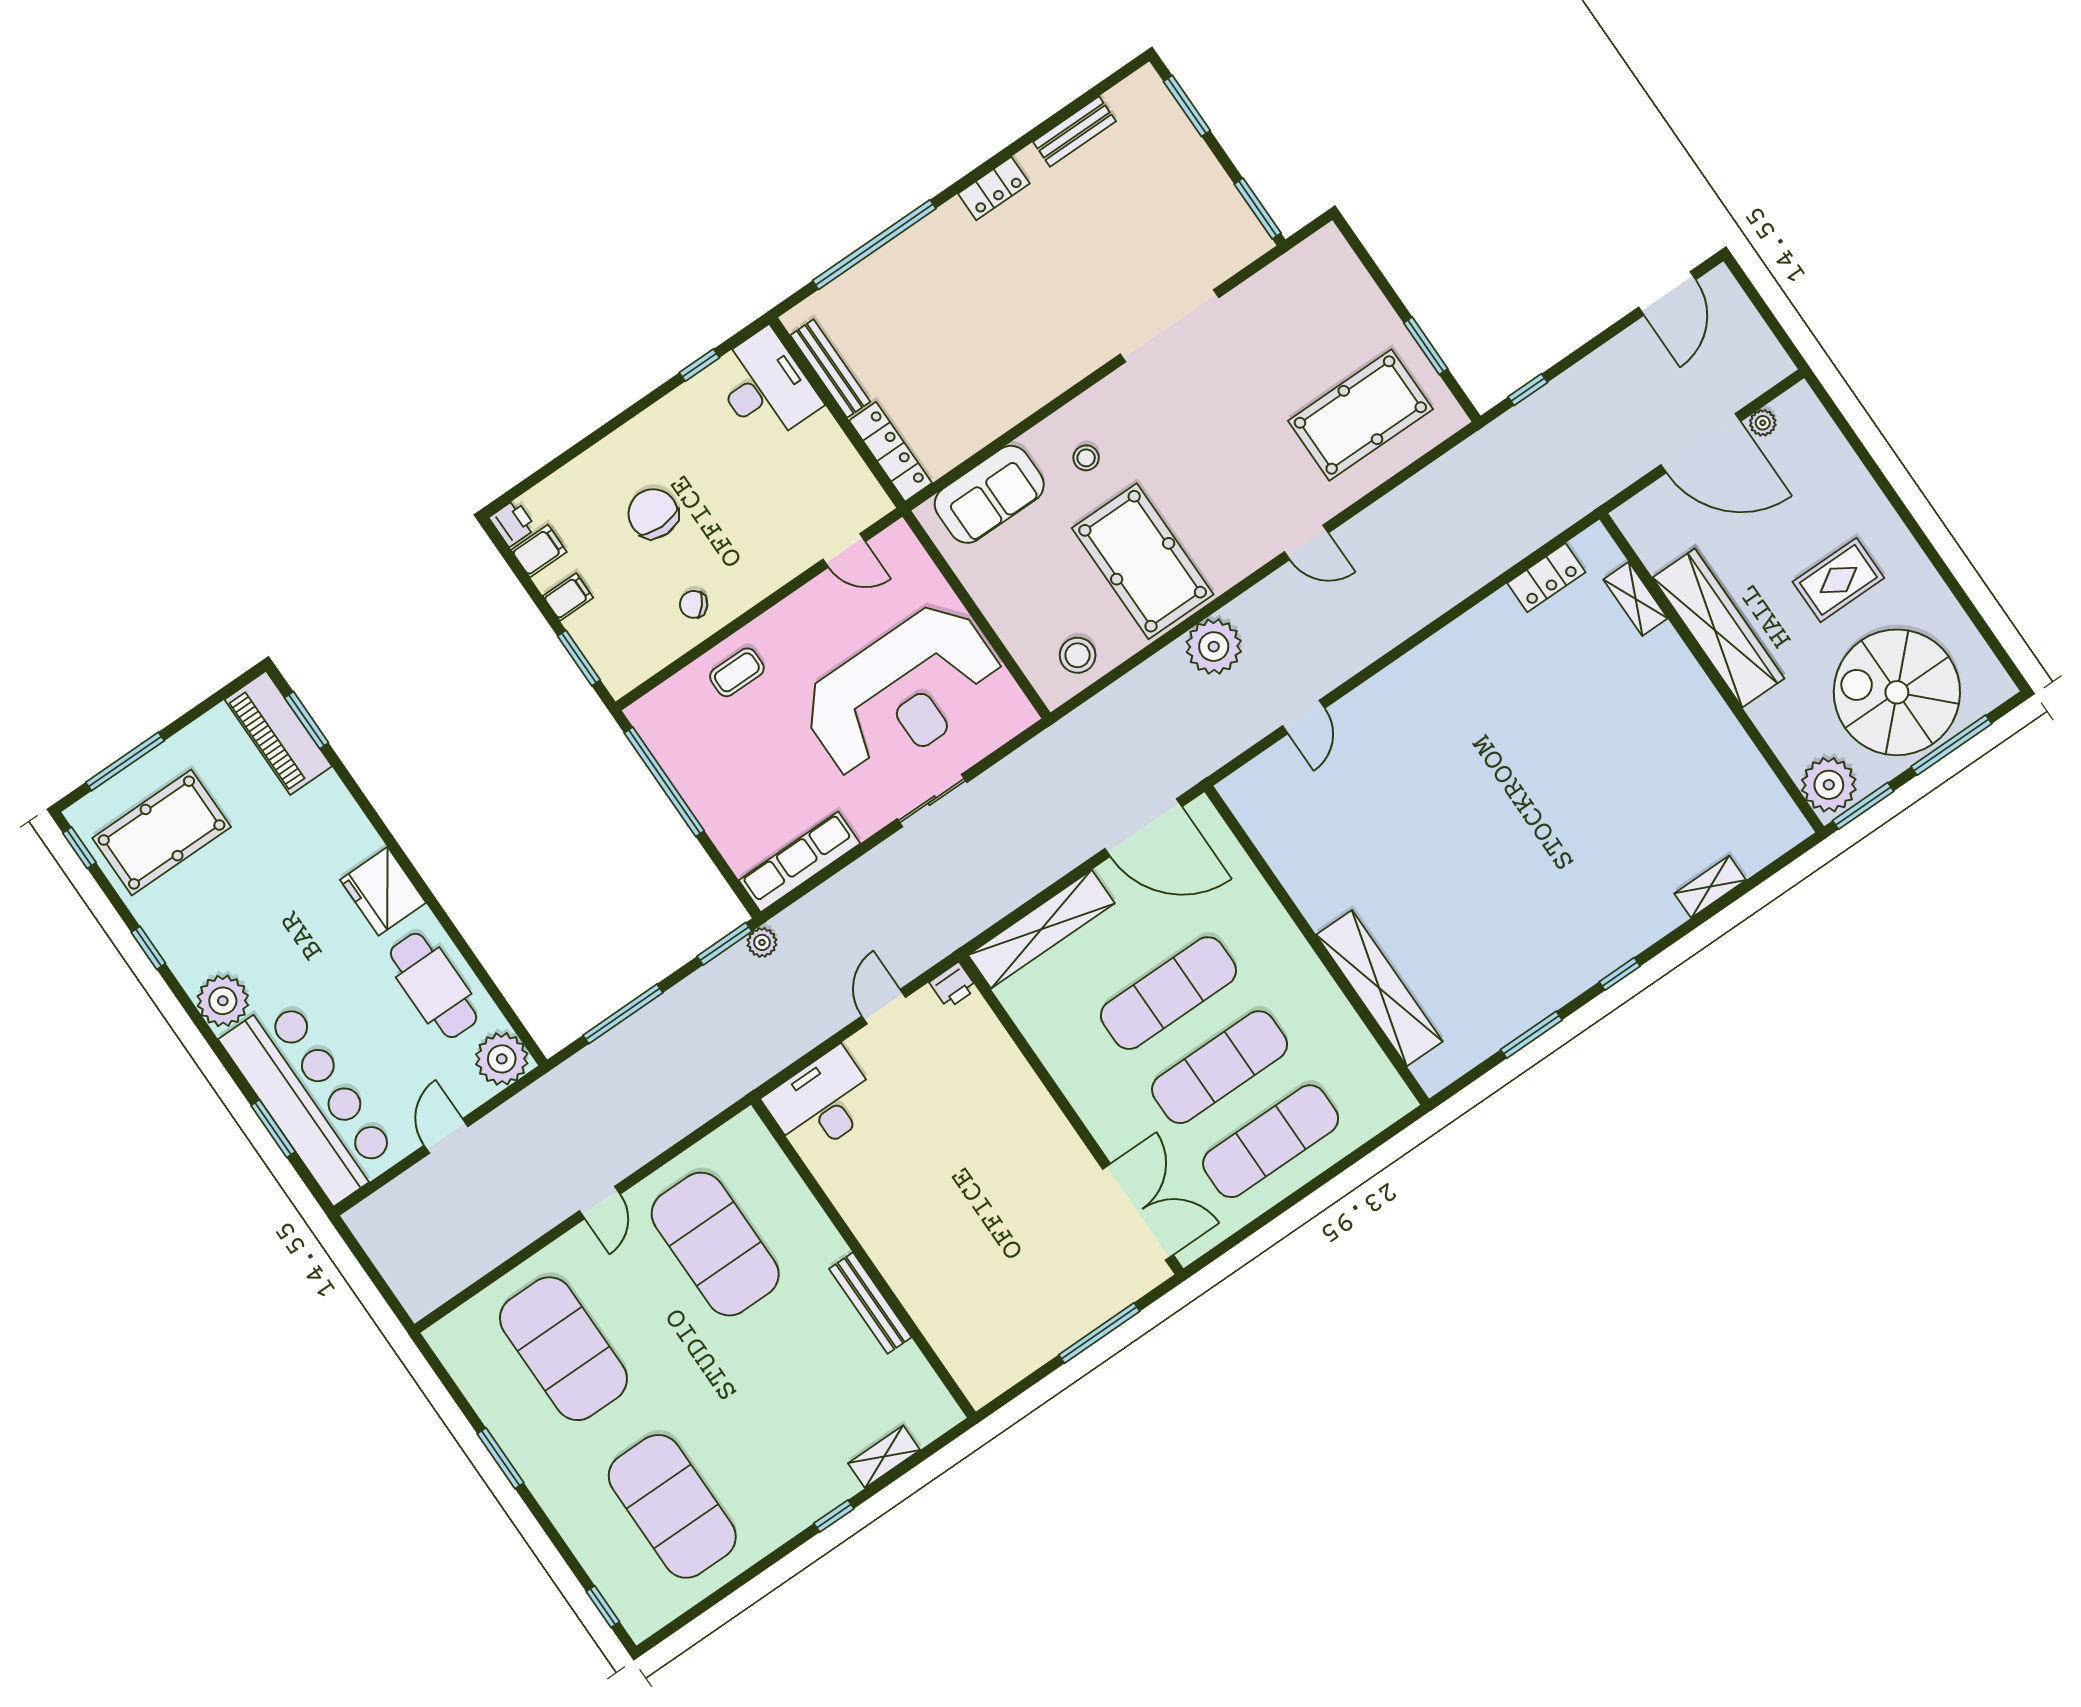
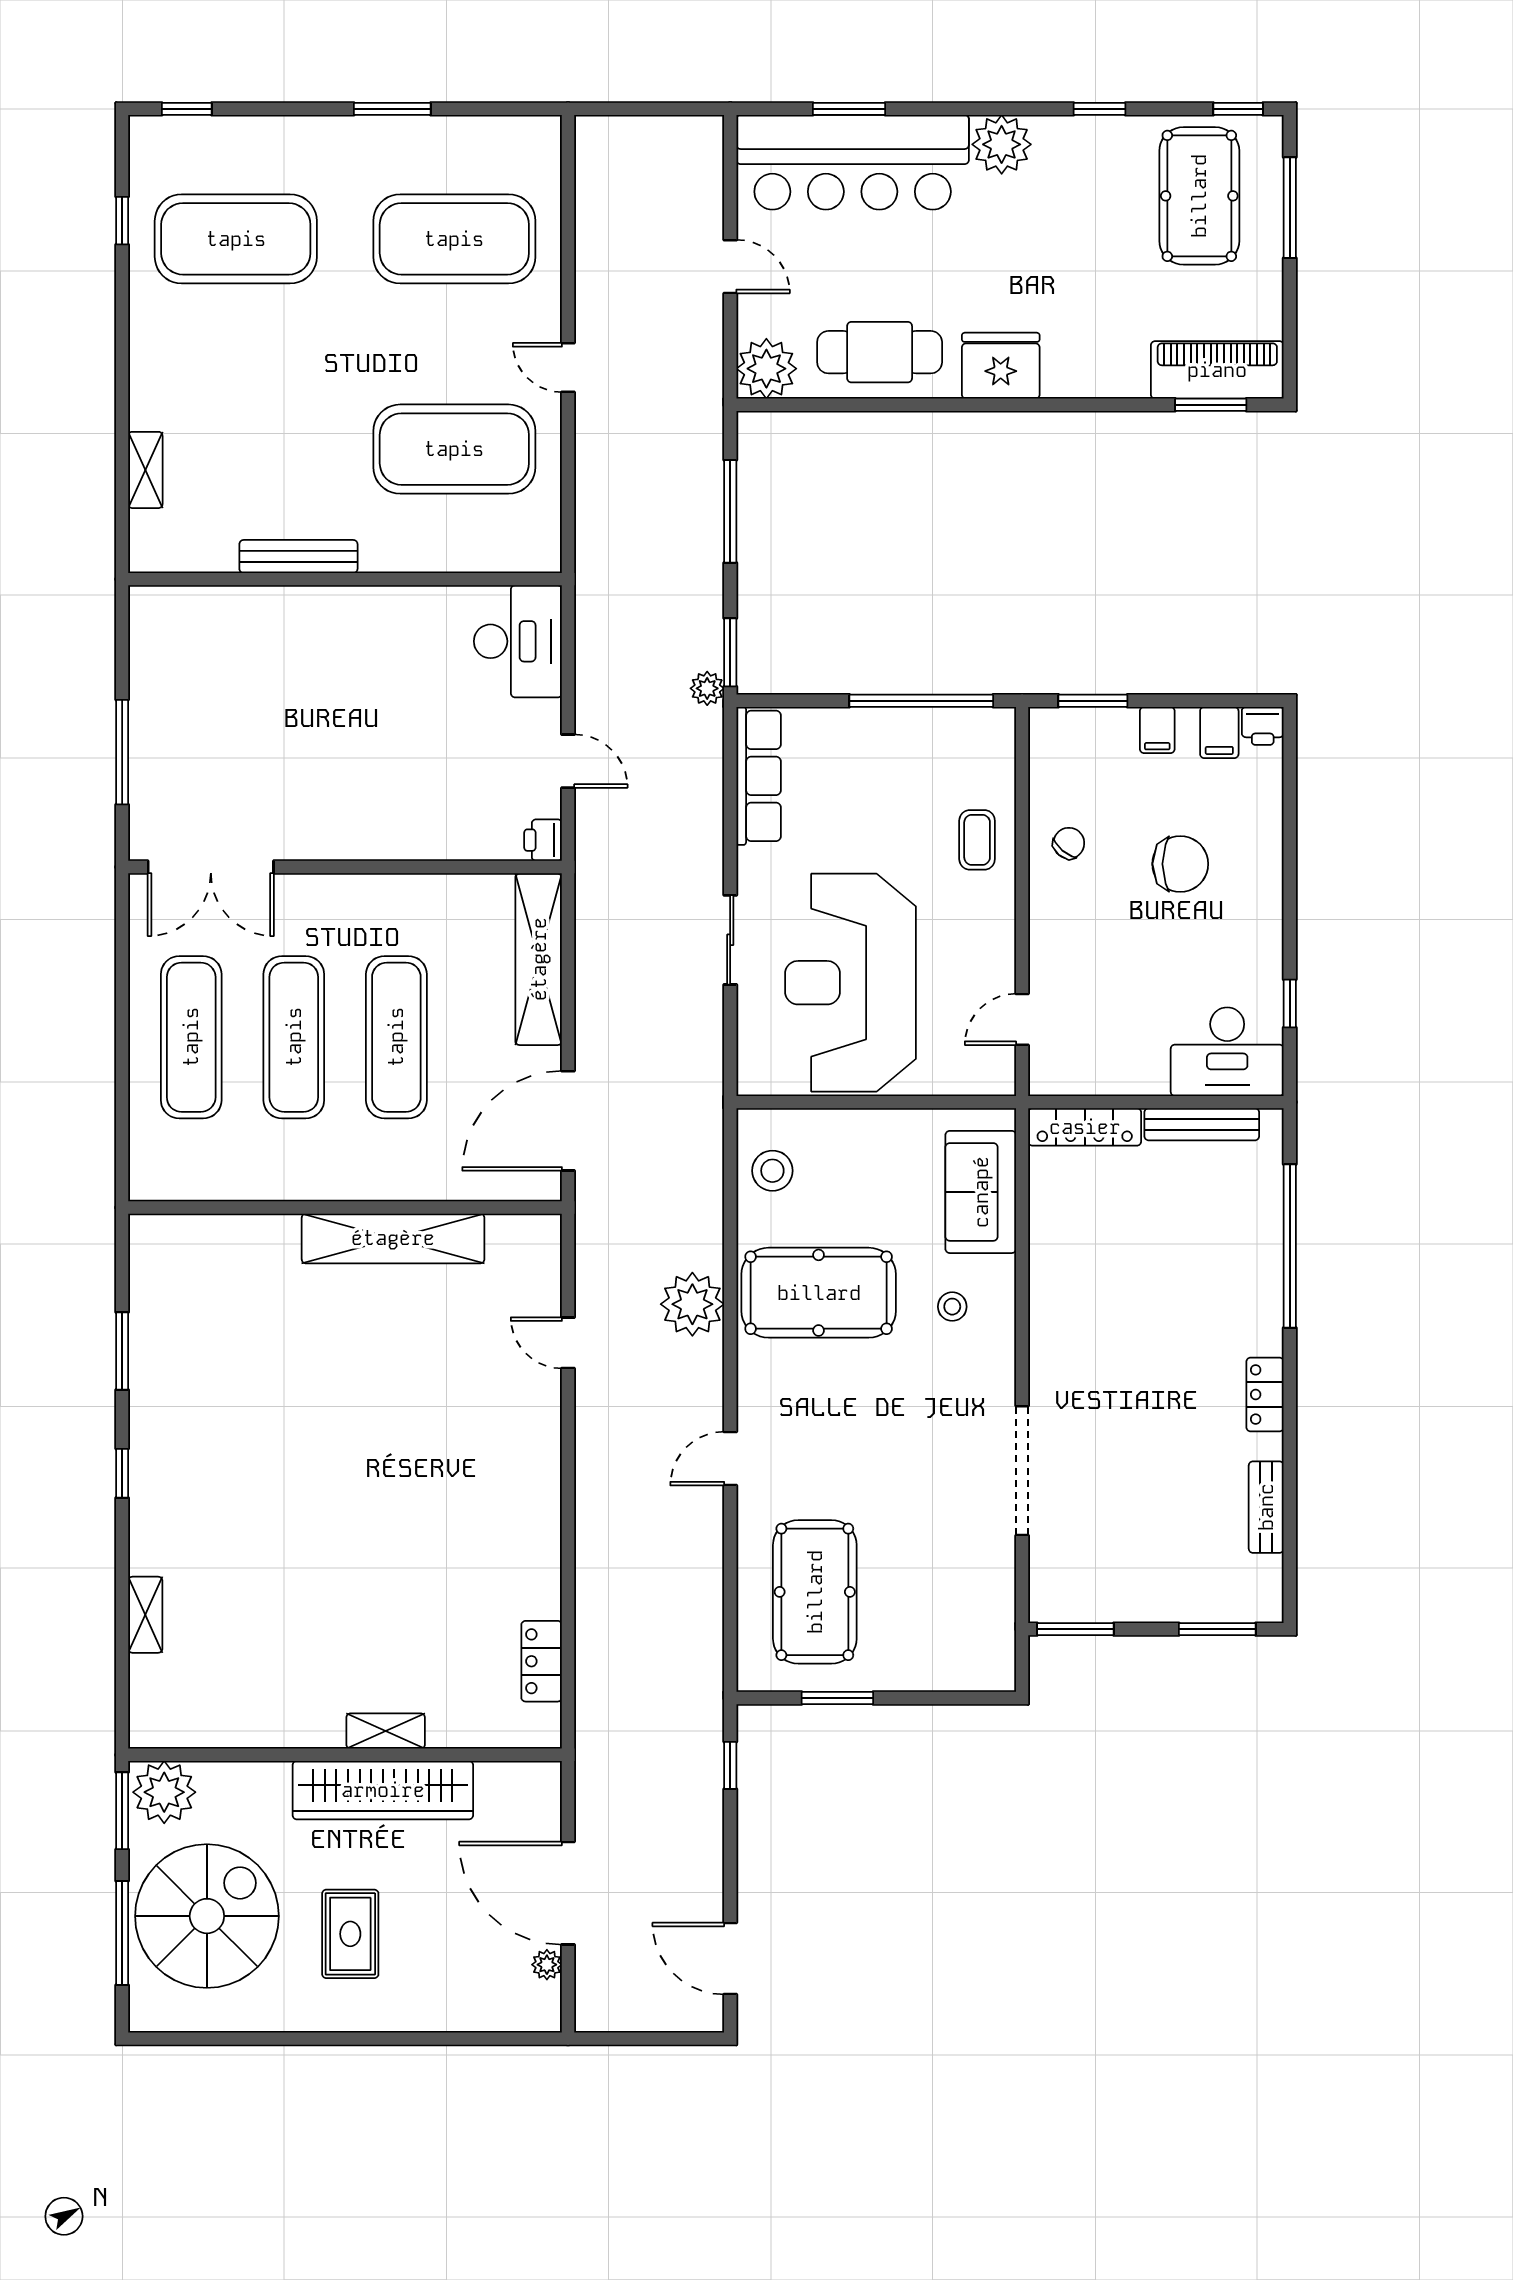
door: (1701, 443) -> (568, 1893), hinge flipped
shelving: (1635, 599) -> (386, 1731), moved
shelving: (1379, 988) -> (393, 1238), moved
window: (834, 1516) -> (122, 221), moved

